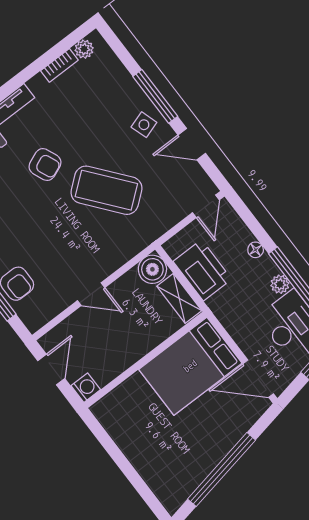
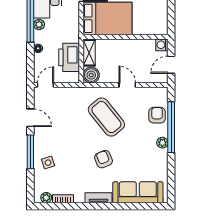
side table: (144, 125) -> (48, 163), moved
coffee table: (106, 190) -> (106, 117), moved

